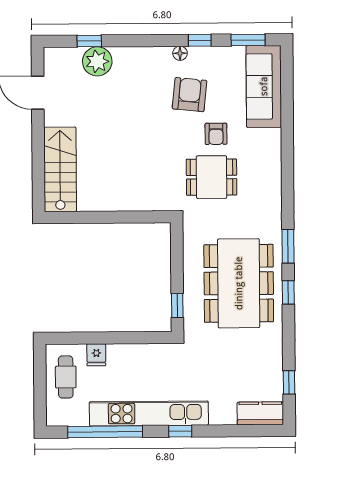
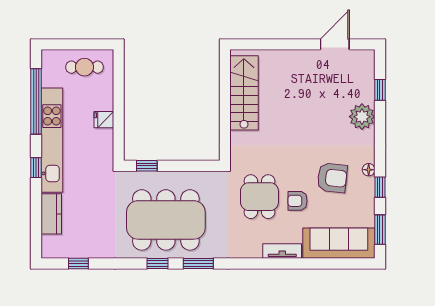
plant: (97, 61) -> (362, 117), moved
tv unit: (273, 151) -> (282, 251), added
stairs: (60, 169) -> (244, 93), moved, turned -90
fridge: (96, 355) -> (104, 120), moved
kitchen counter: (260, 413) -> (51, 214), moved

